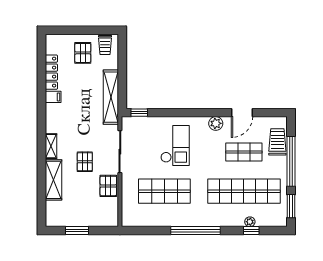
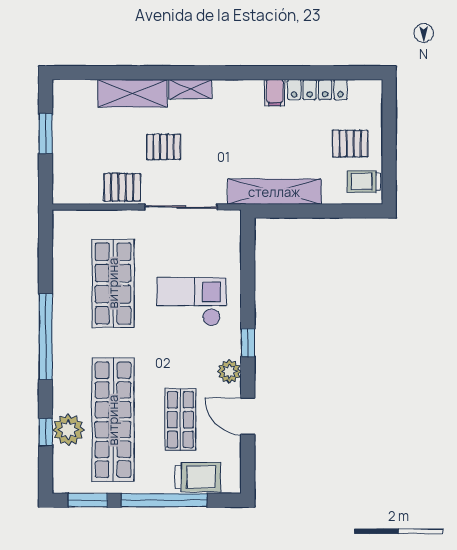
window: (139, 113) -> (248, 343), moved
checkout: (175, 146) -> (191, 302), turned 180
plant: (250, 222) -> (68, 430), width x1.88, depth x1.88

